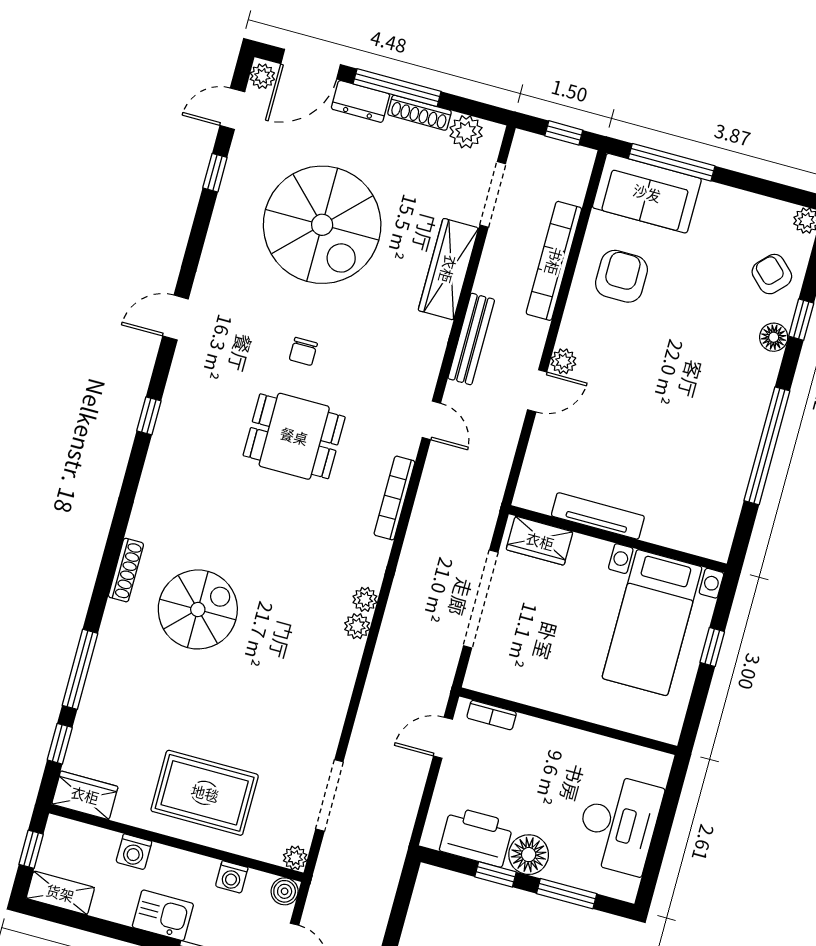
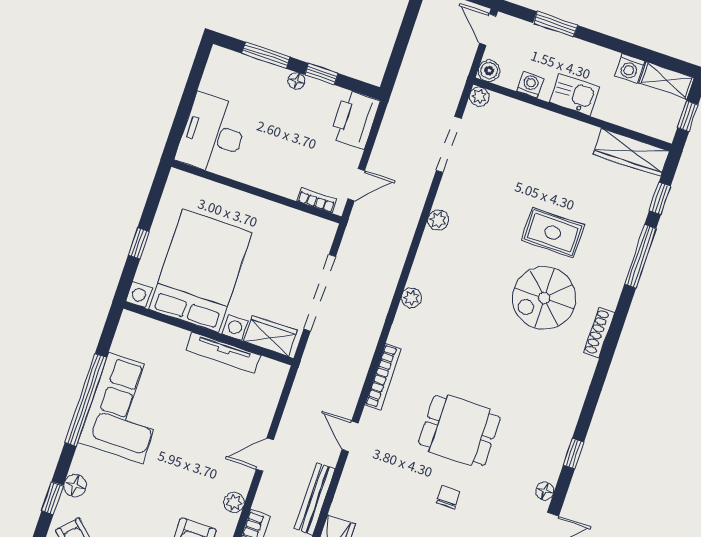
plant: (563, 361) -> (234, 502), moved
floor lamp: (182, 367) -> (545, 491), added
corner sofa: (716, 438) -> (126, 408), added
bed with nightstands: (652, 623) -> (201, 271), width x1.36
plant: (357, 626) -> (438, 220), moved
rug: (205, 793) -> (553, 233), moved, width x0.73, depth x0.70
wardrobe: (85, 795) -> (631, 153), width x1.50
desk: (618, 824) -> (213, 134), moved
printer: (476, 837) -> (355, 119), moved, turned 90
washing machine: (134, 852) -> (630, 68), moved, turned 180
floor lamp: (529, 855) -> (297, 81), width x0.53, depth x0.53
kitchen sink: (163, 915) -> (574, 95), moved, turned 180

